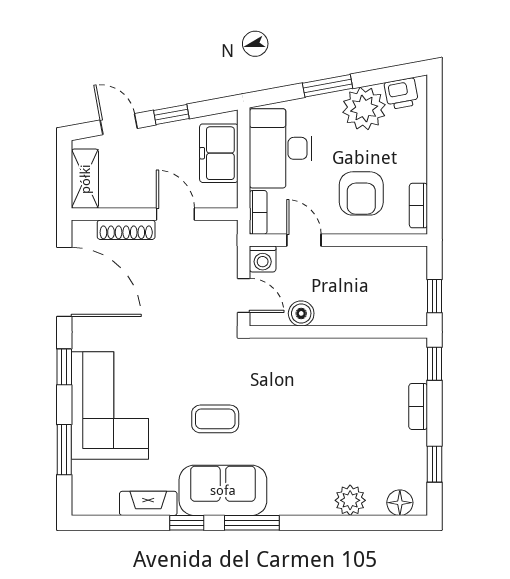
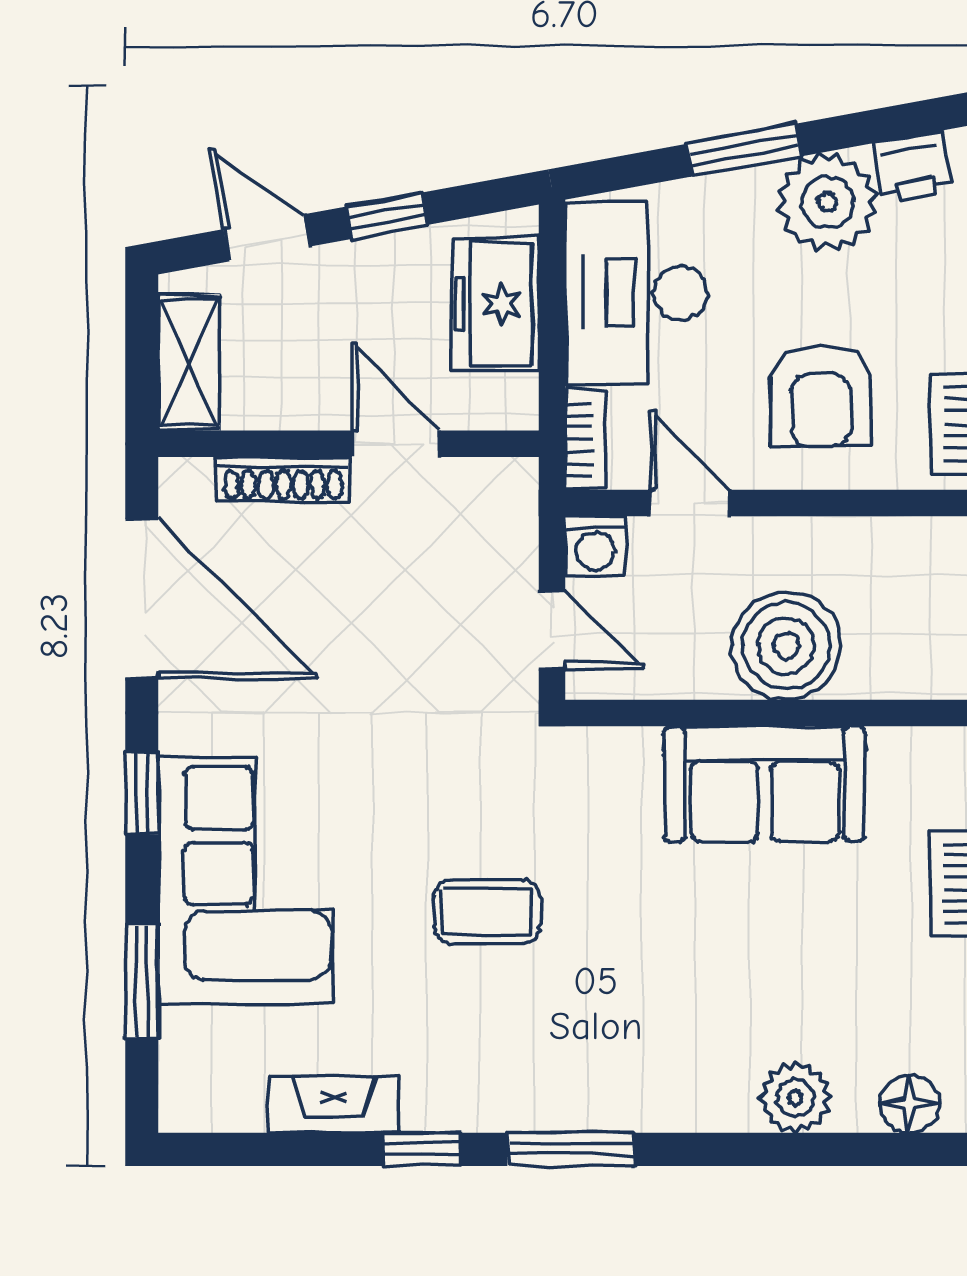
boiler: (301, 313) -> (786, 646), moved, width x1.86, depth x1.86
sofa: (223, 490) -> (765, 784), moved, turned 180

